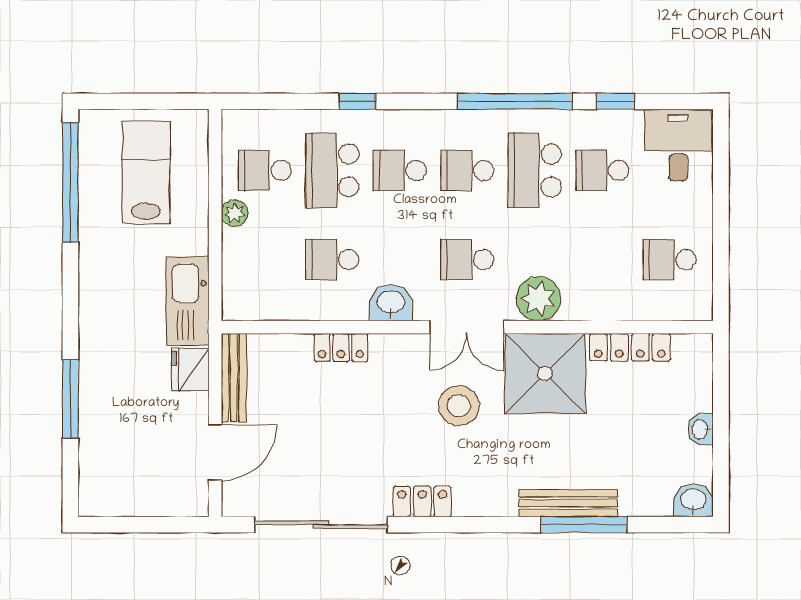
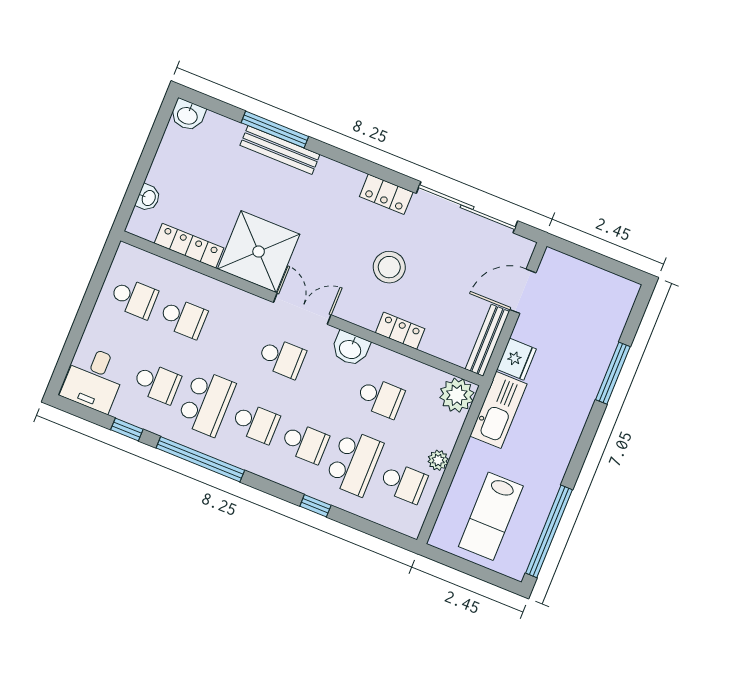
school desk: (602, 260) -> (183, 318), added
plant: (538, 299) -> (457, 395), moved
stool: (459, 406) -> (389, 267), moved
washbasin: (701, 429) -> (148, 198), moved

